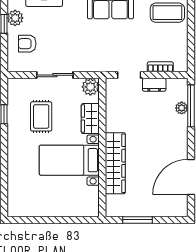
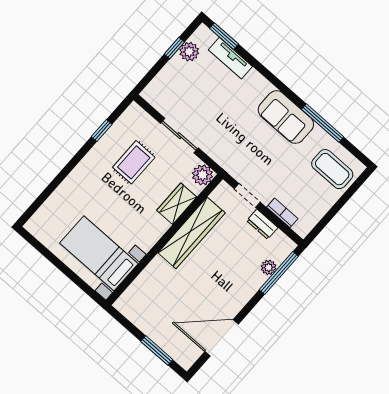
armchair: (27, 44) -> (180, 85), removed
bed with nightstands: (69, 160) -> (99, 253), moved
wardrobe: (115, 163) -> (192, 233), moved
window: (138, 220) -> (157, 350), moved

